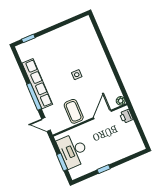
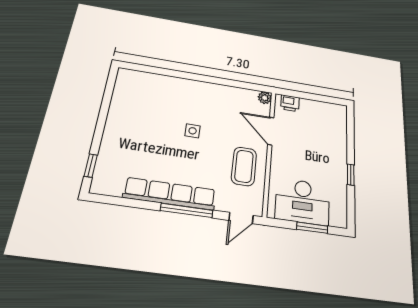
coffee table: (74, 111) -> (244, 166), turned 90

